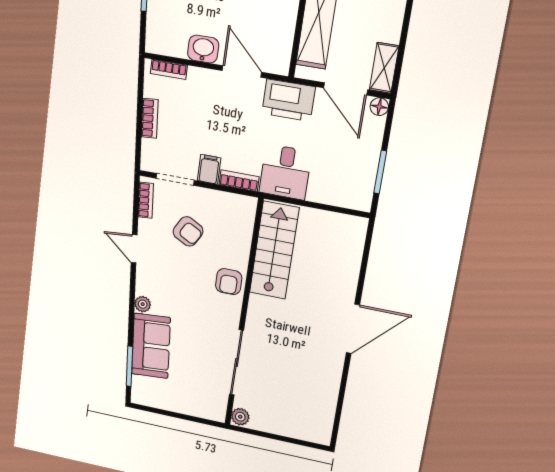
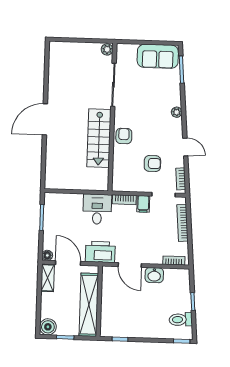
bookcase: (150, 118) -> (183, 223), width x1.56
armchair: (188, 231) -> (152, 163), turned 151
stairs: (274, 250) -> (99, 138), moved
sofa: (151, 346) -> (158, 56), moved, turned -85

